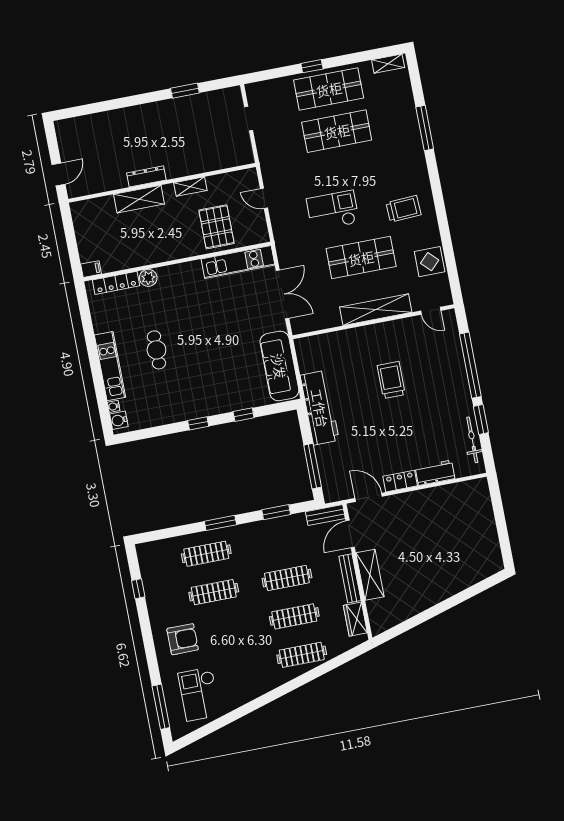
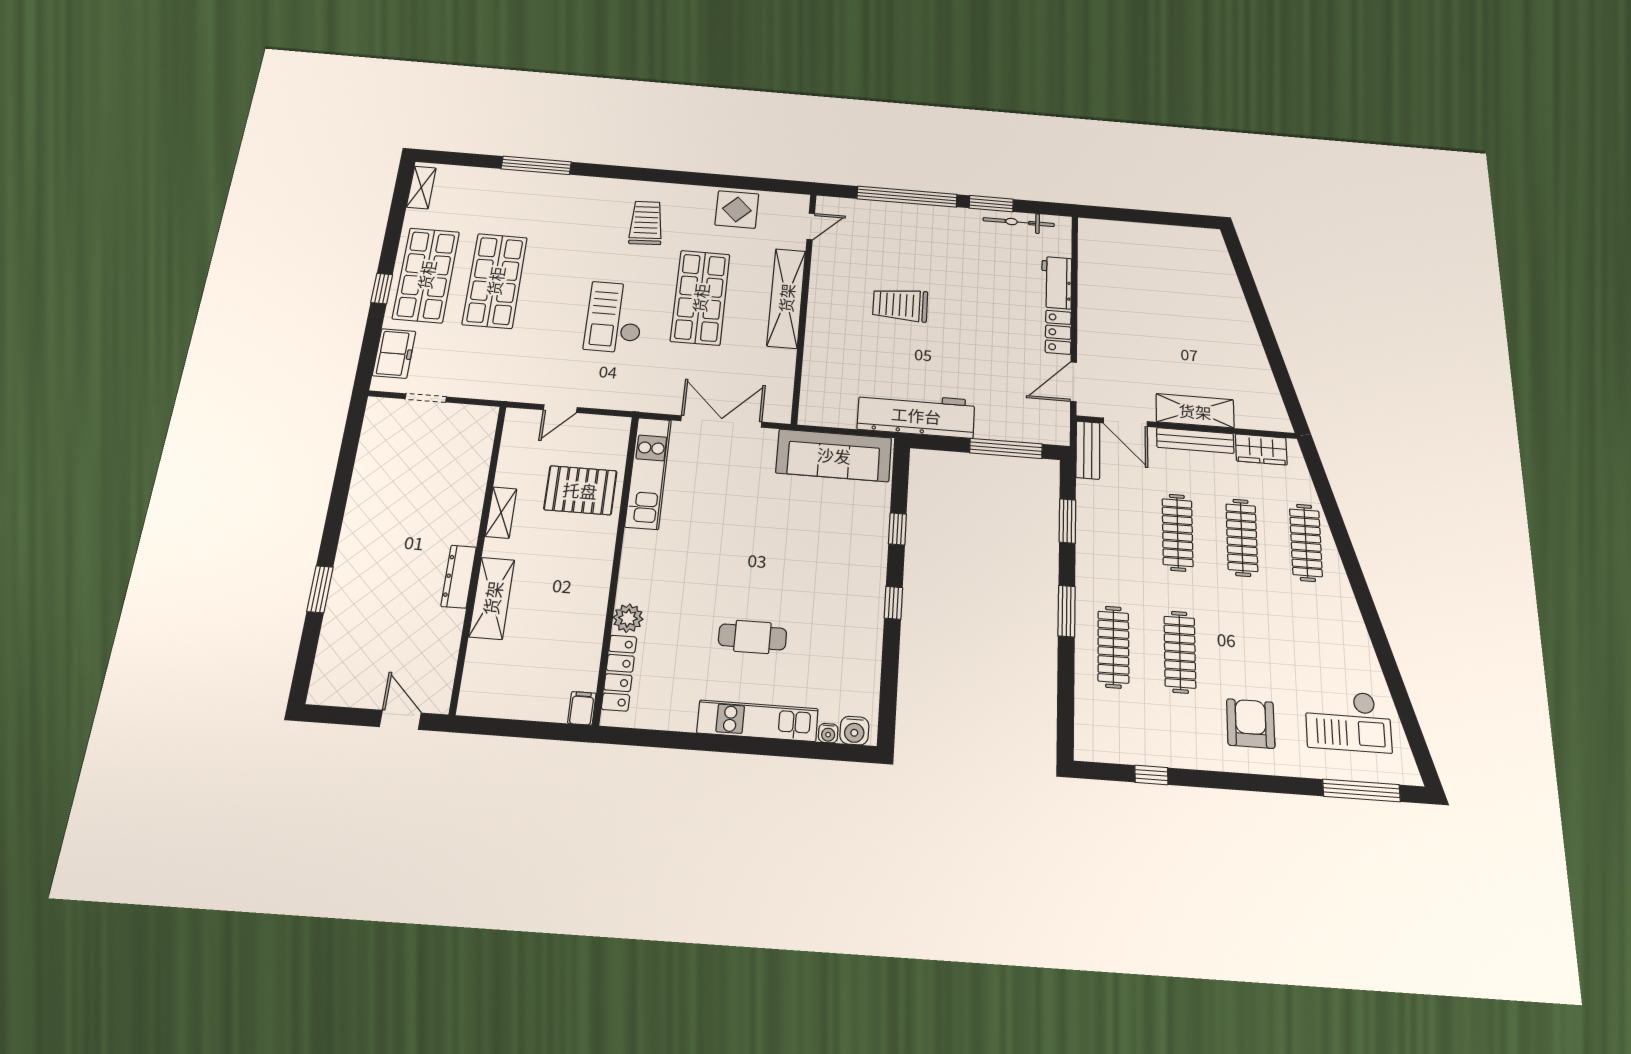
freezer: (272, 90) -> (394, 353), added
window: (185, 91) -> (320, 589), moved

